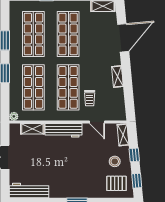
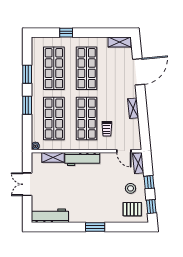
door: (97, 122) -> (124, 151), moved

